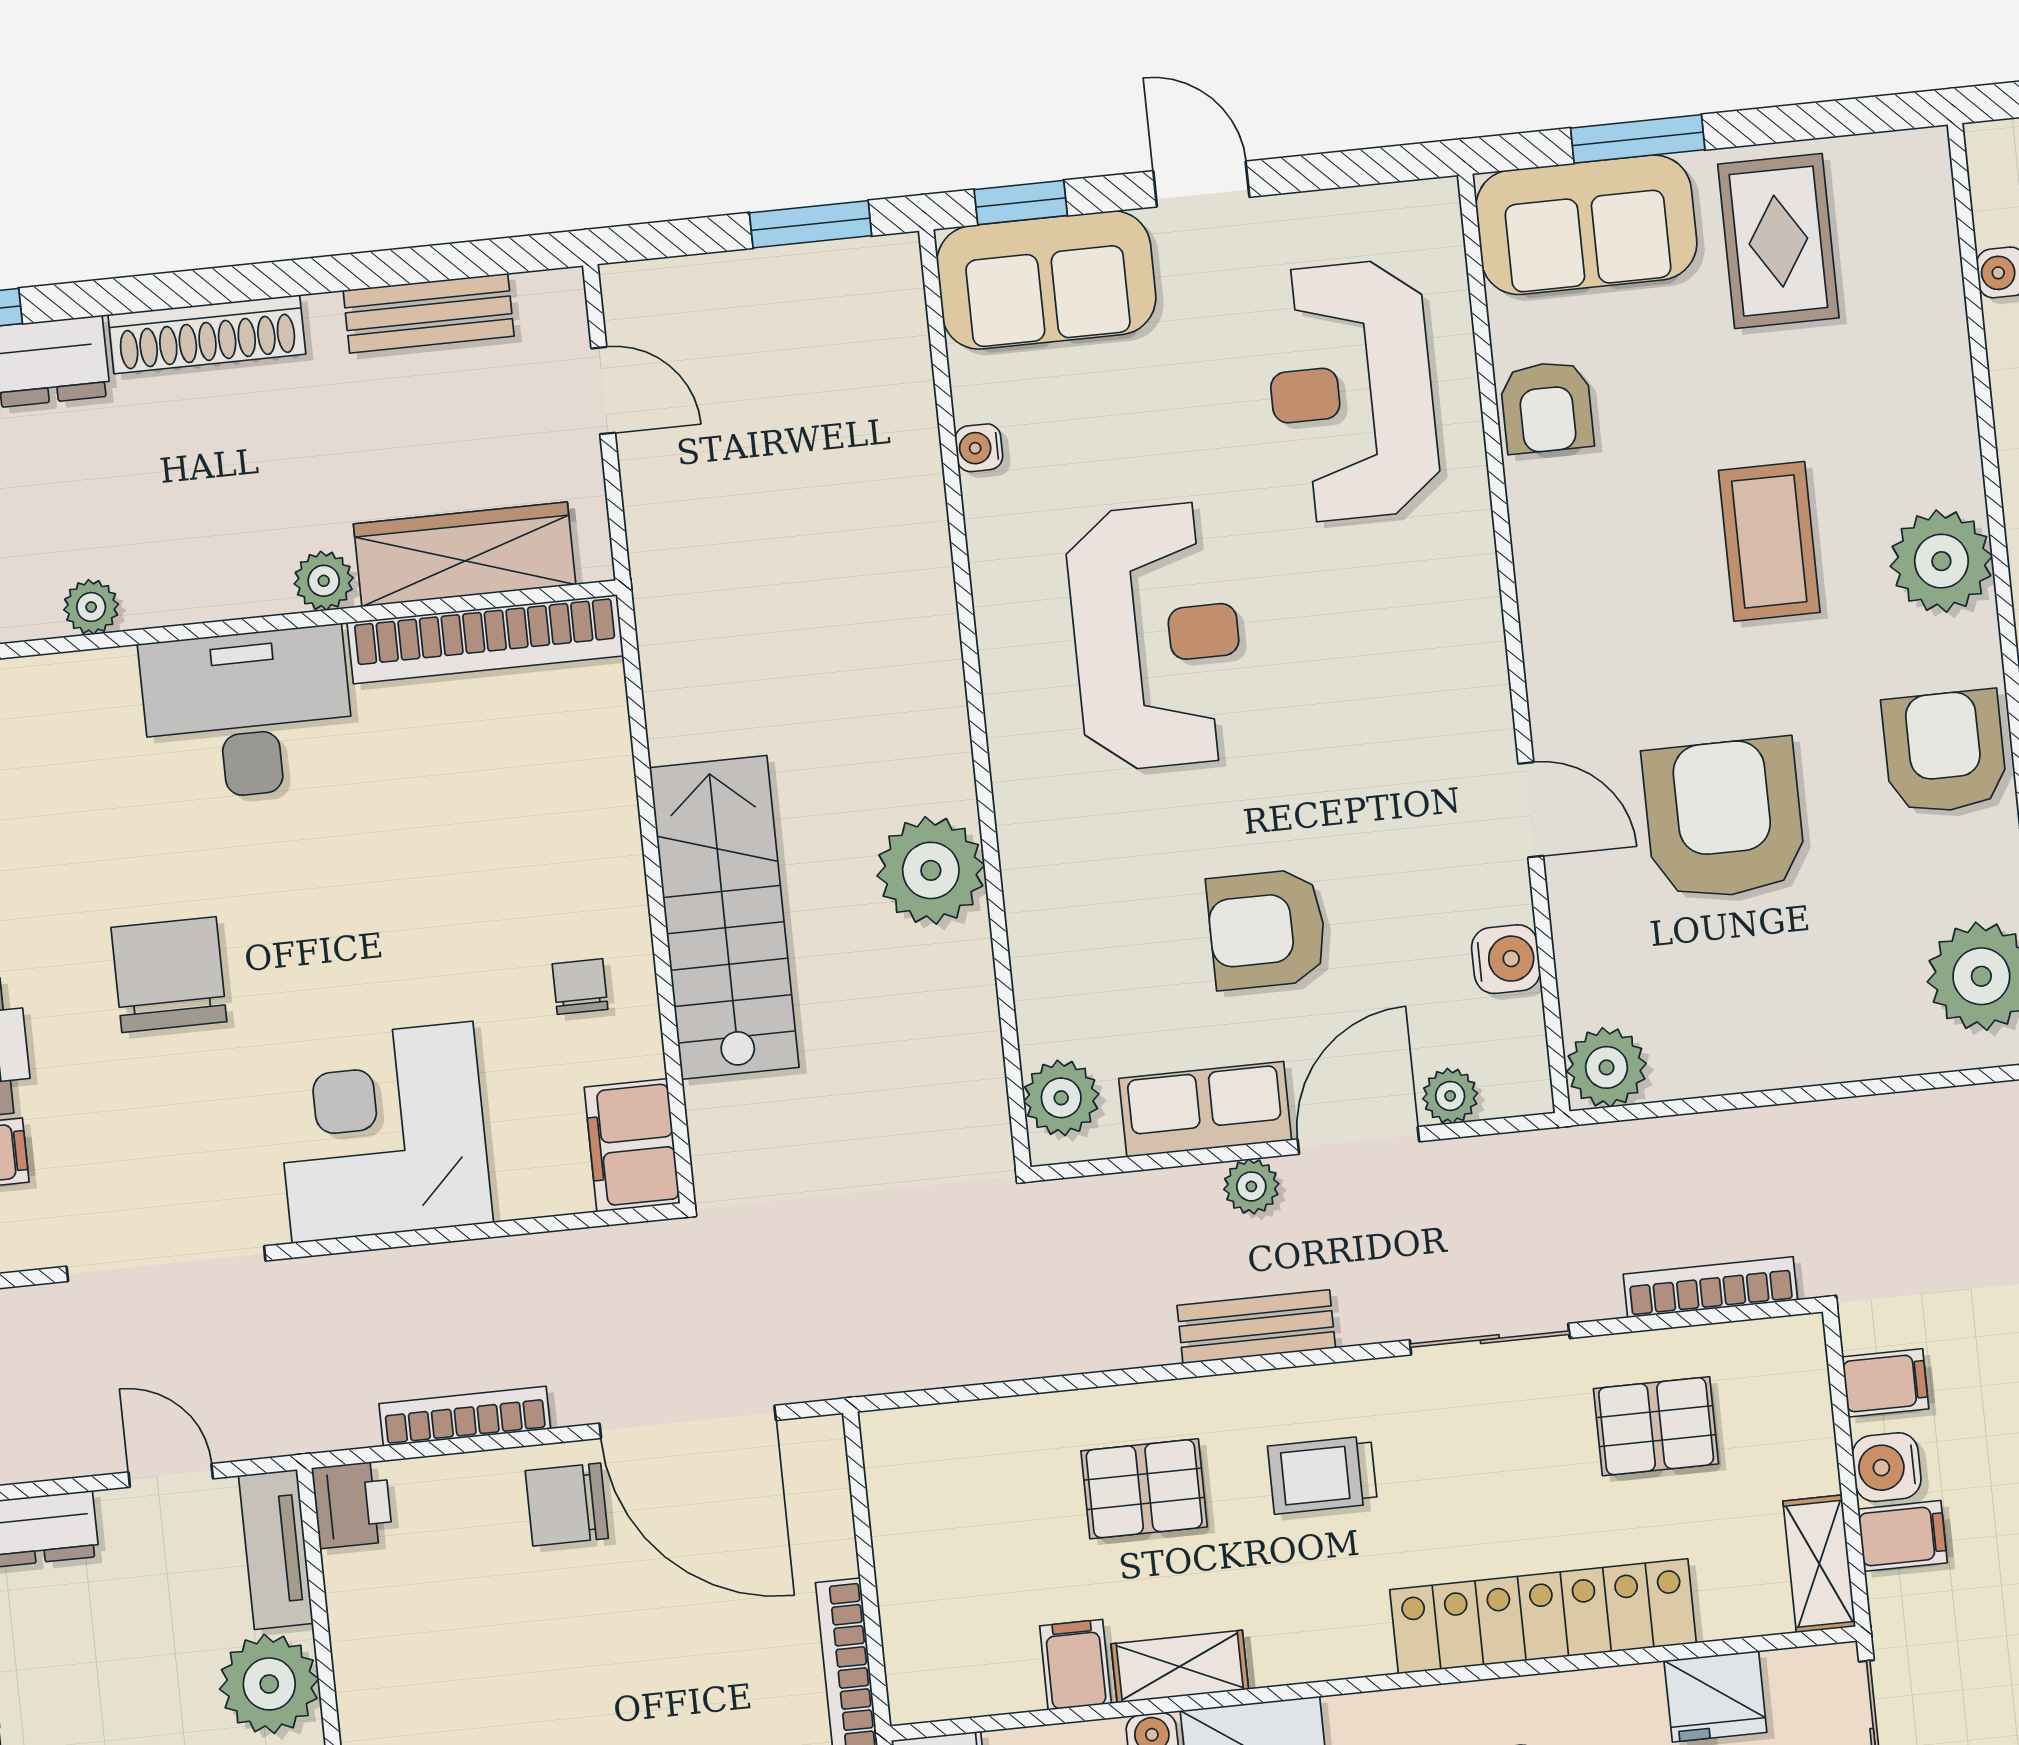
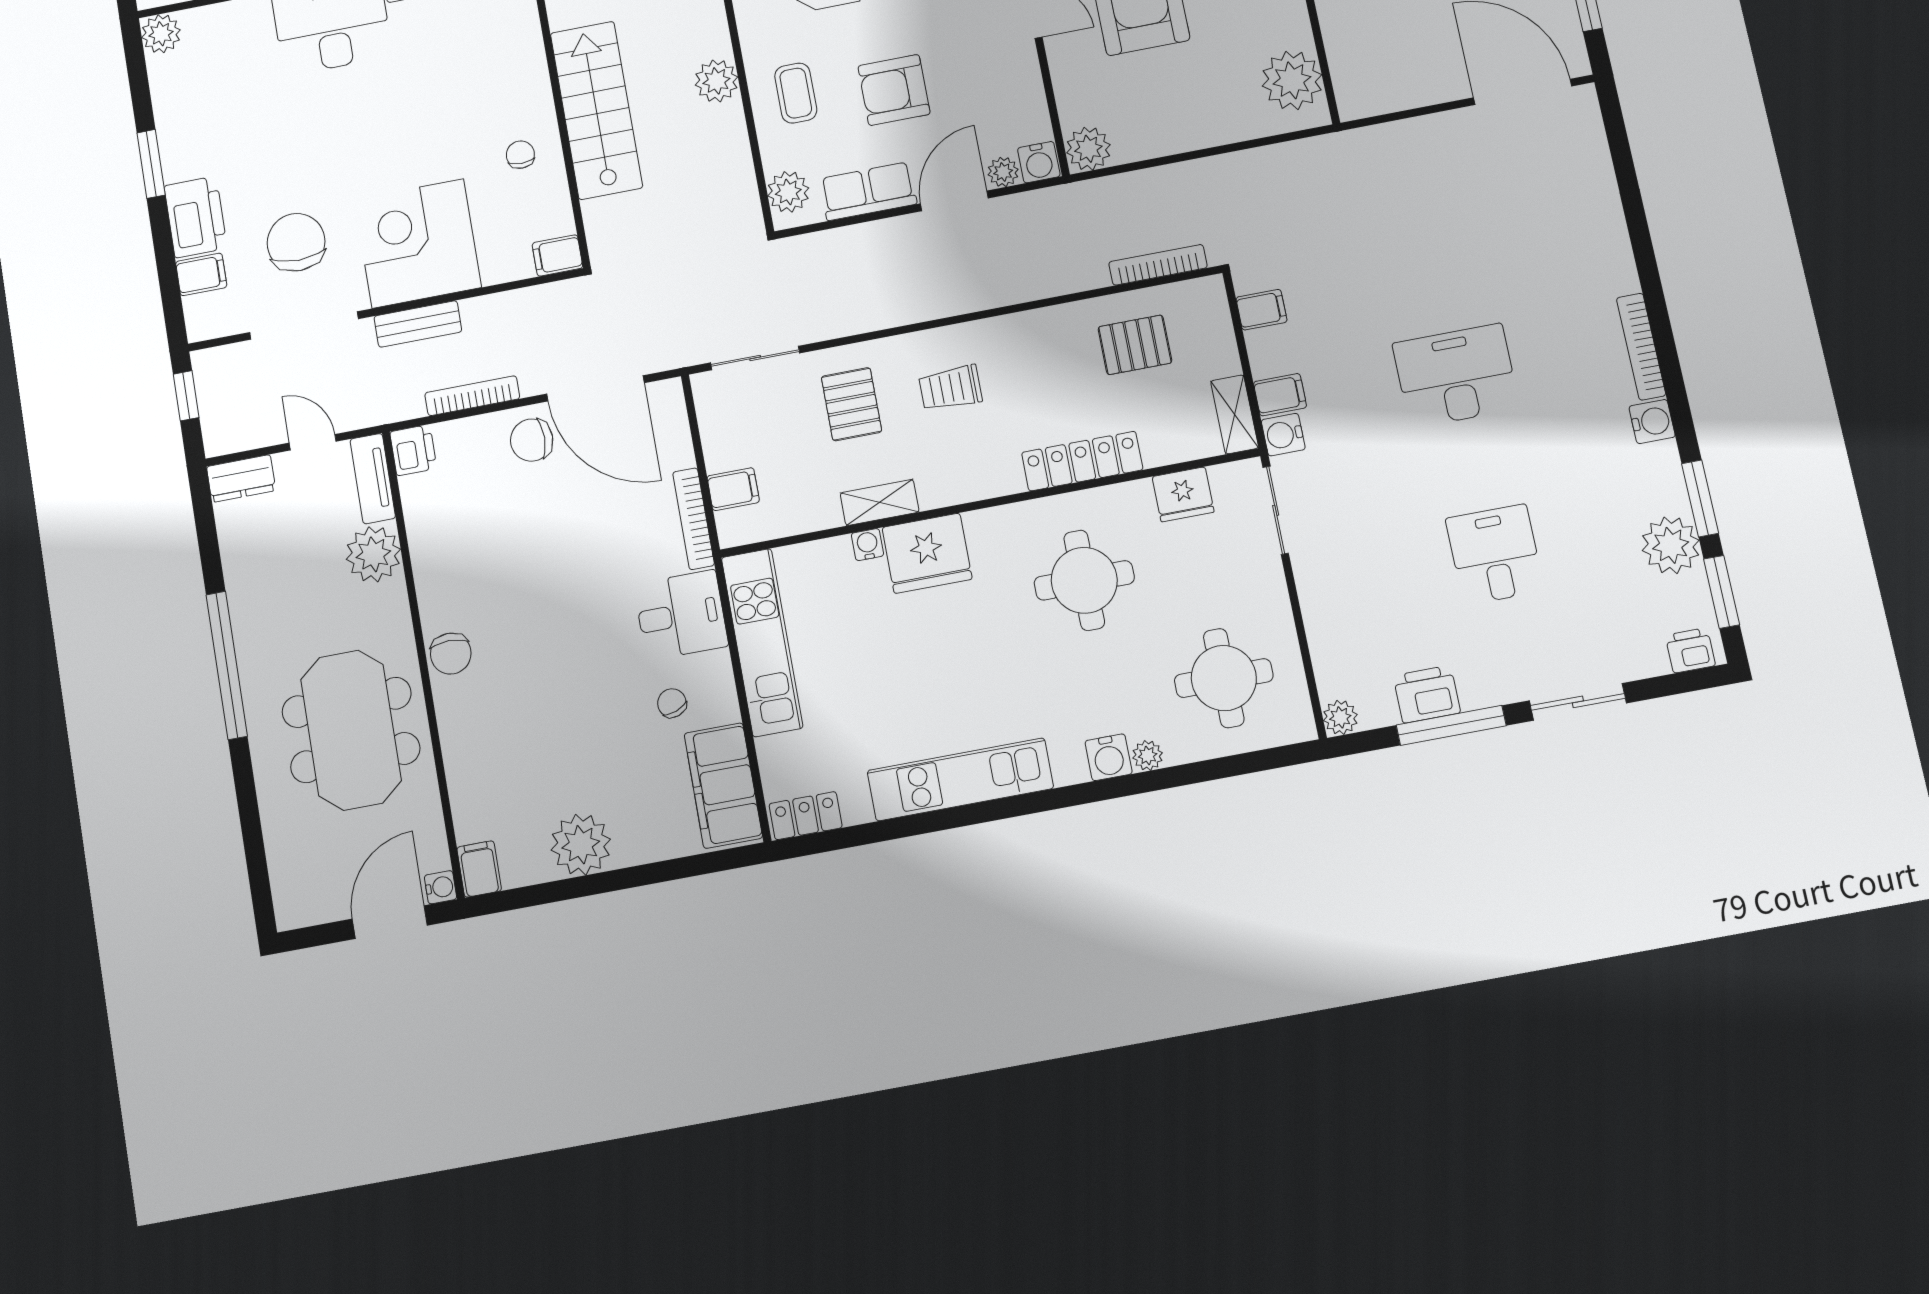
plant: (931, 870) -> (716, 81), width x0.73, depth x0.73
coffee table: (1089, 919) -> (796, 93), added
water cooler: (1506, 959) -> (1039, 162), moved, turned 90
chair: (169, 975) -> (296, 242), moved
filing cabinet: (632, 1145) -> (557, 255), width x0.50
plant: (1251, 1186) -> (897, 231), removed
bench: (1256, 1327) -> (418, 324), moved
sliding door: (1490, 1339) -> (755, 358), moved
water cooler: (1887, 1467) -> (1283, 435), moved
pallet: (1144, 1489) -> (851, 404), turned 90
locker: (1543, 1616) -> (1082, 461), width x0.71, depth x0.83
filing cabinet: (1075, 1665) -> (733, 489), moved, turned 90

